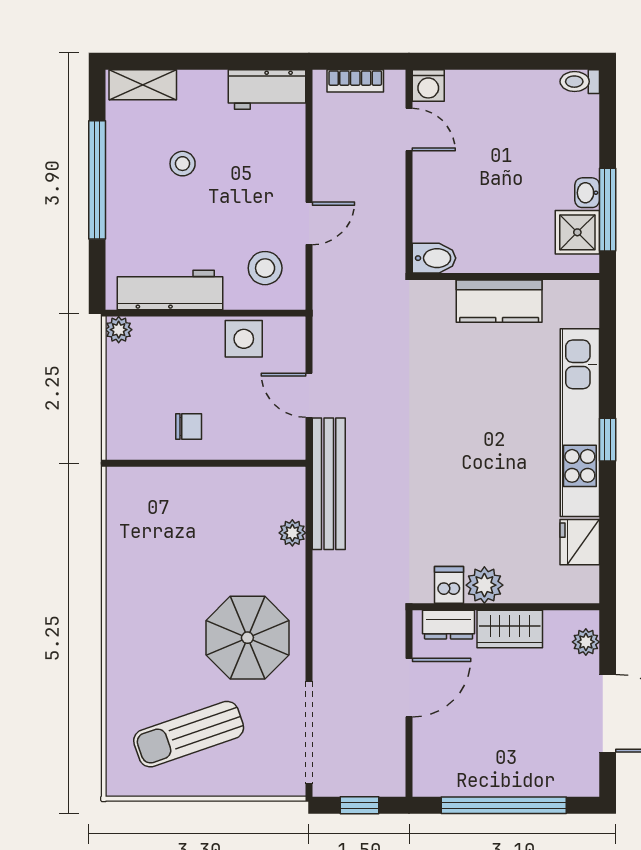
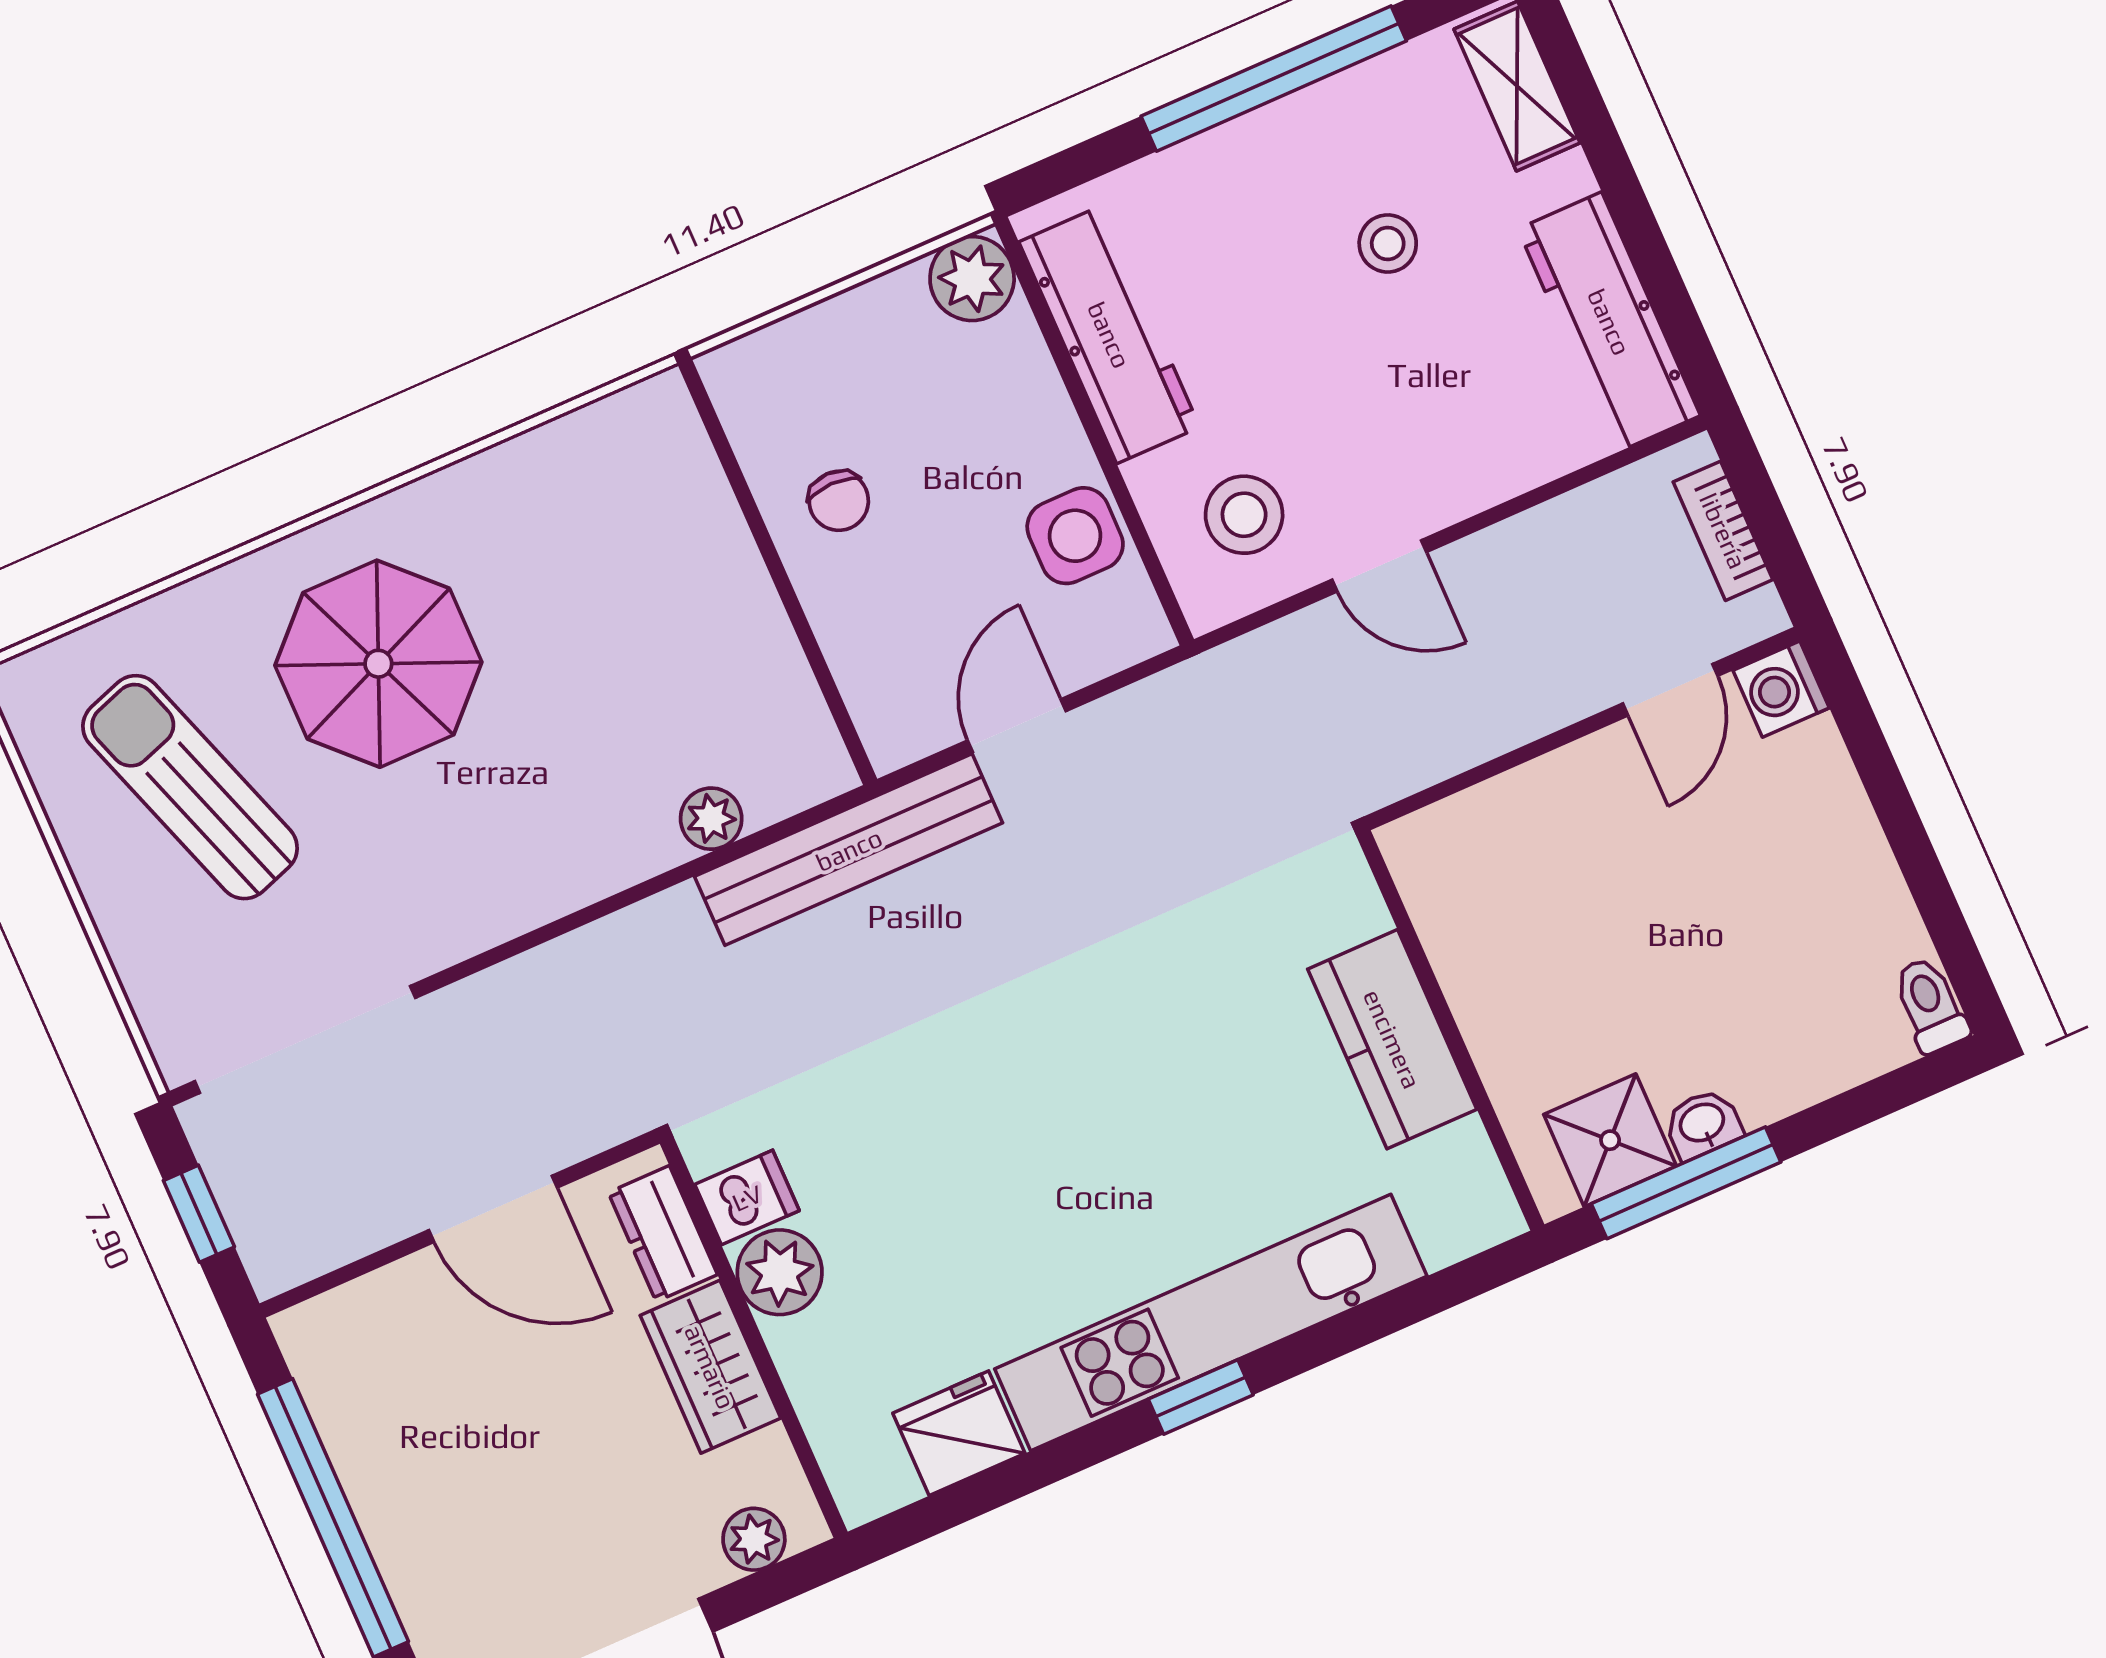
workbench: (267, 90) -> (1609, 322), width x1.38
bidet: (434, 258) -> (1422, 862), removed
plant: (119, 330) -> (972, 279), width x1.38, depth x1.38
parasol: (247, 638) -> (378, 664), moved

